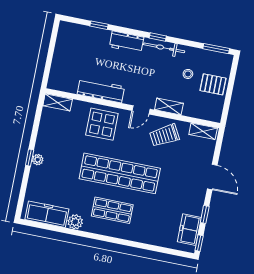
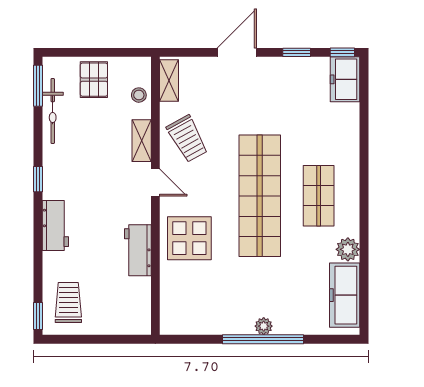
window: (99, 25) -> (38, 316), moved
trolley: (77, 40) -> (68, 303), added
bicycle: (164, 48) -> (53, 111), moved
stool: (188, 74) -> (139, 95), moved
workbench: (101, 90) -> (138, 250), width x0.73
shelving: (58, 102) -> (169, 313), removed
window: (30, 158) -> (263, 339), width x3.17
freezer: (189, 230) -> (345, 79), moved, turned 90

